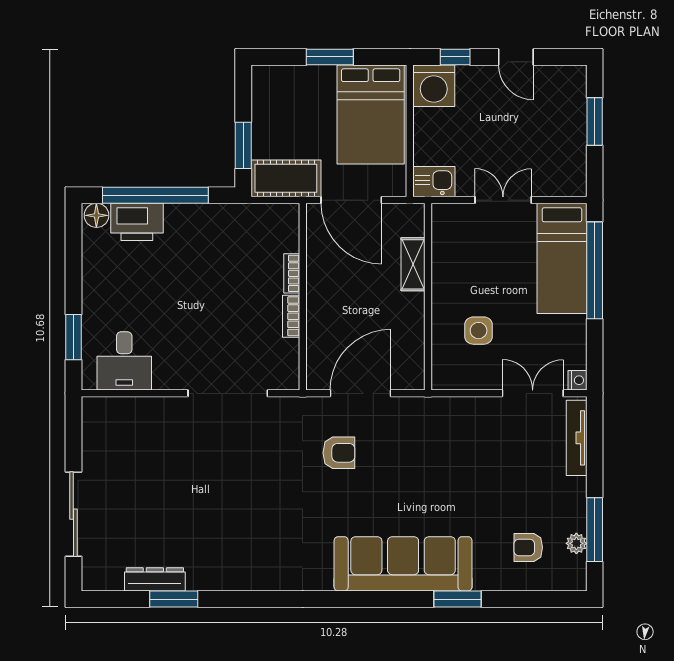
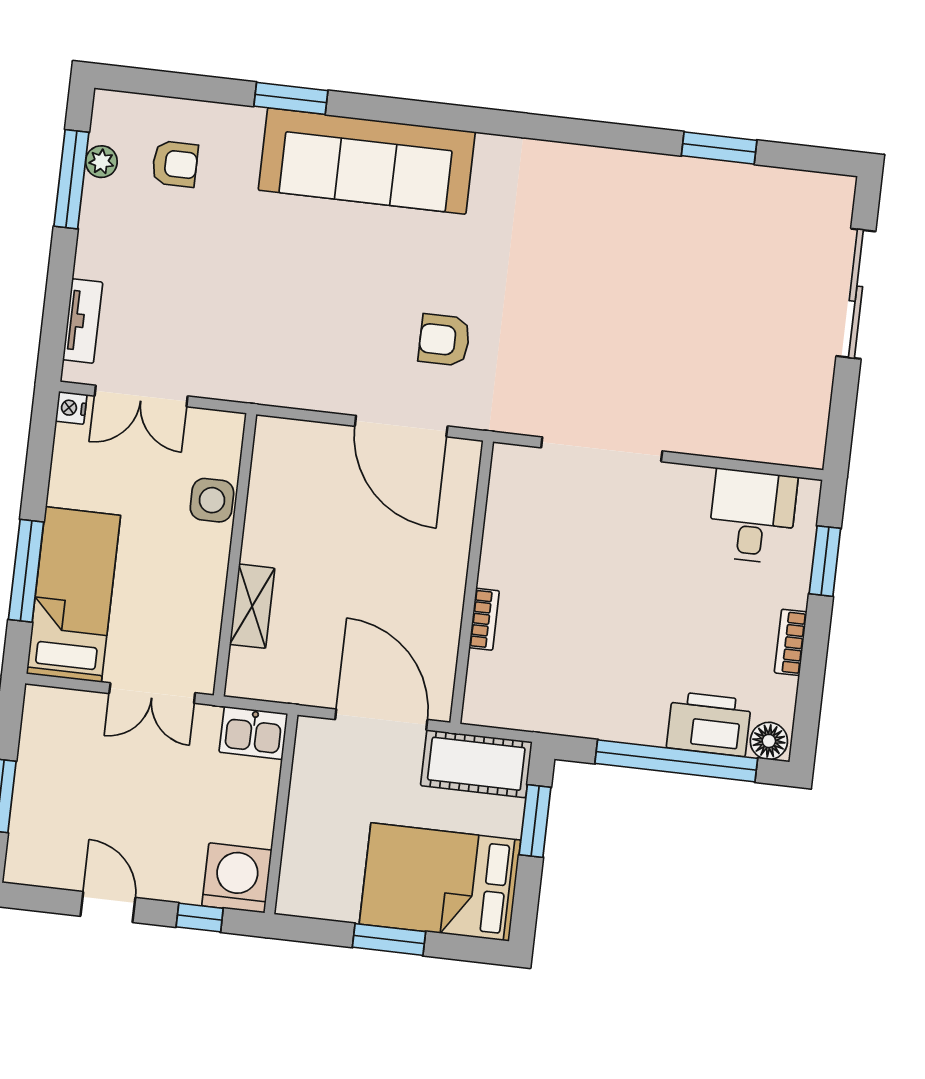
bed: (371, 114) -> (440, 882), moved, turned -90
shelving: (413, 264) -> (252, 606), moved
window: (595, 270) -> (26, 571), width x0.68
wall: (428, 297) -> (235, 555), moved
bookcase: (291, 316) -> (791, 642), moved, turned 180
door: (361, 393) -> (401, 426), hinge flipped
tv unit: (577, 438) -> (83, 321), width x0.71
dresser: (155, 579) -> (744, 181), removed

